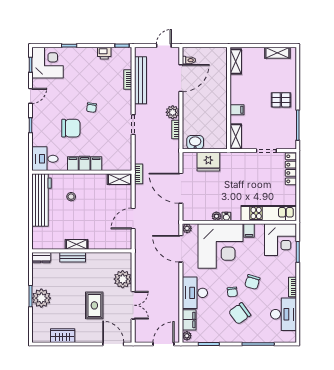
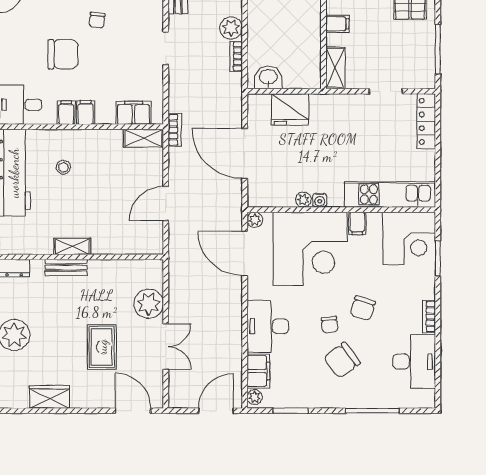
filing cabinet: (96, 164) -> (134, 113), moved, width x2.00

